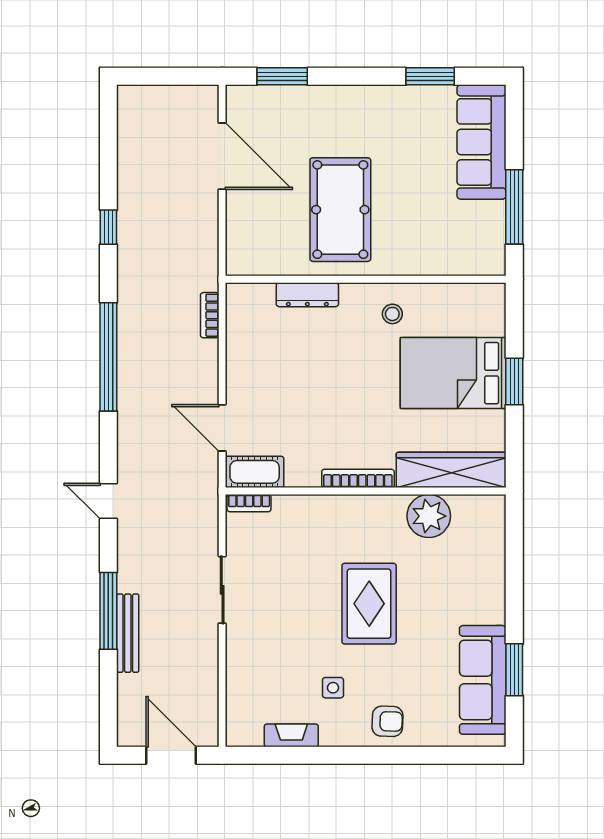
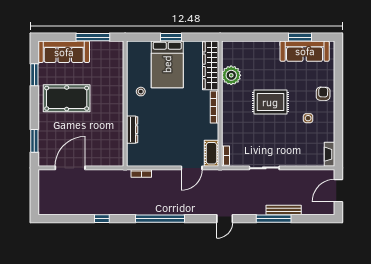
pool table: (340, 210) -> (67, 98), moved
fireplace: (291, 735) -> (329, 154), moved

